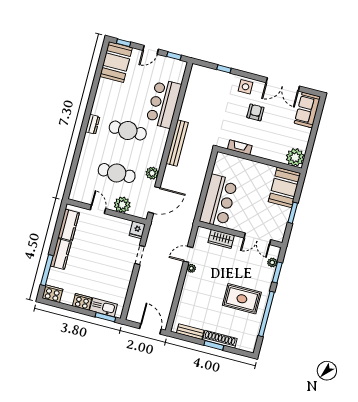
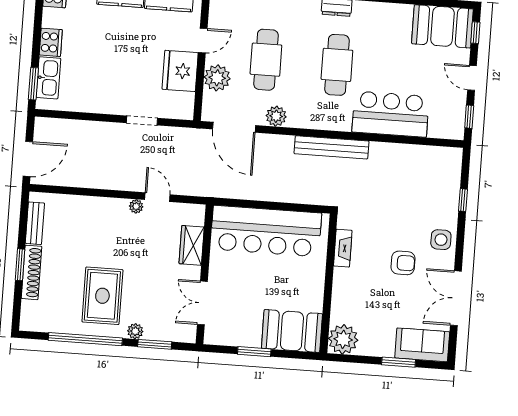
window: (315, 126) -> (399, 362), added
bar counter: (219, 201) -> (266, 231), width x1.36
fridge: (137, 230) -> (180, 71), moved, width x1.88, depth x1.34
plant: (272, 263) -> (135, 331), moved

